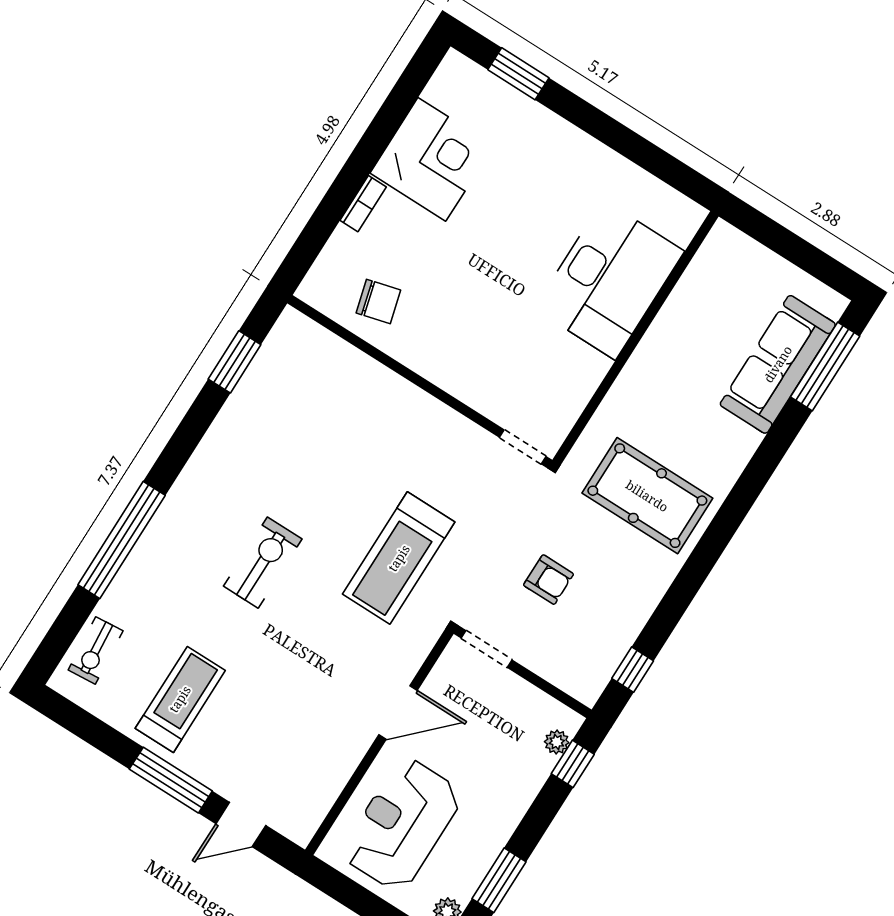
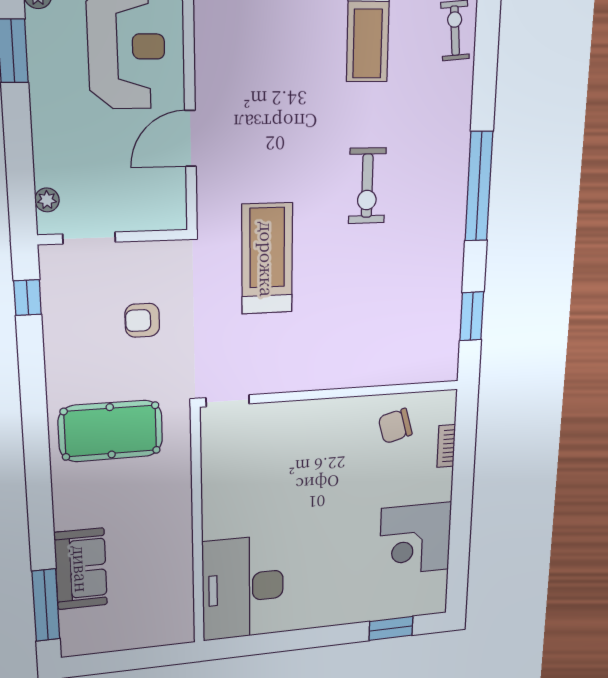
bookcase: (363, 204) -> (446, 446), moved
desk: (609, 280) -> (243, 588), moved
sofa: (778, 364) -> (81, 569), width x0.73
window: (122, 540) -> (479, 186), moved
doorway: (487, 649) -> (89, 238), moved
window: (573, 764) -> (21, 191), removed

